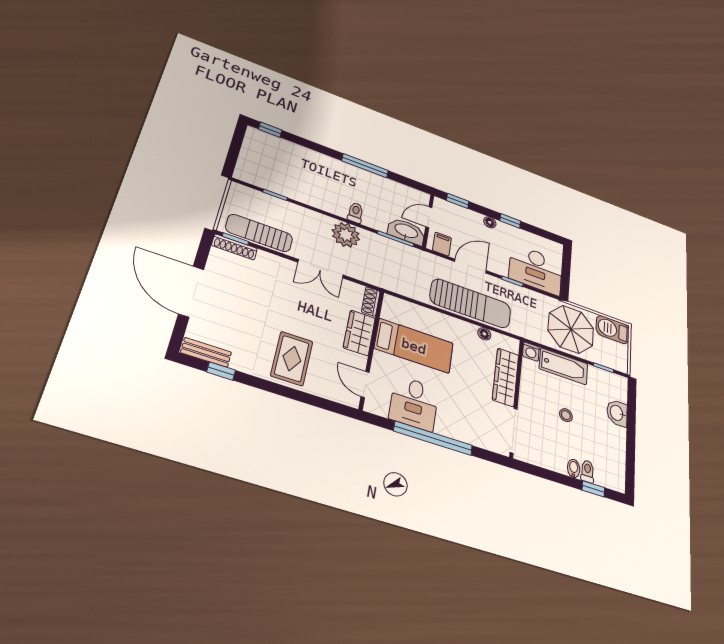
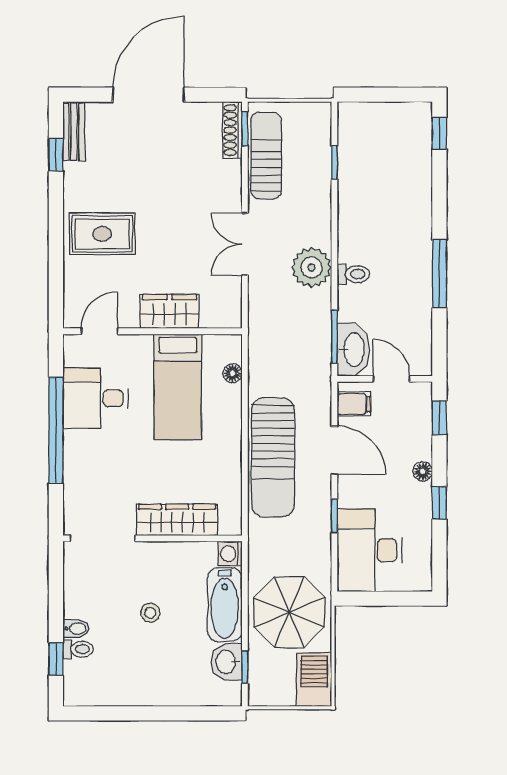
shoe rack: (371, 301) -> (222, 319), removed
floor lamp: (484, 334) -> (233, 373), moved
washbasin: (617, 413) -> (227, 662), moved, turned -90

